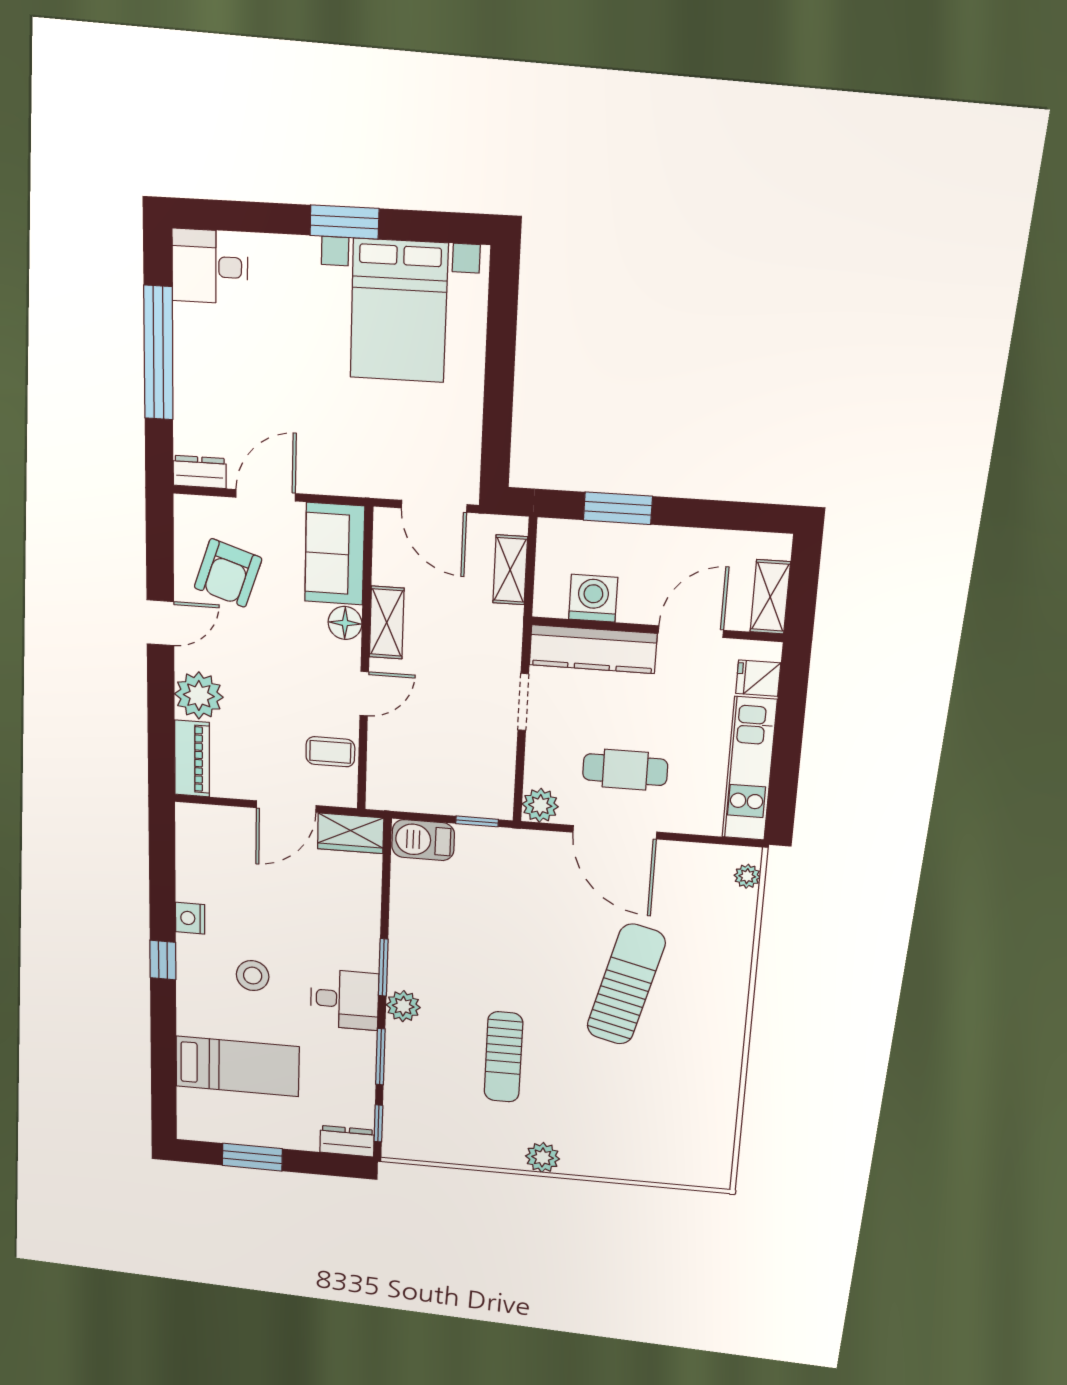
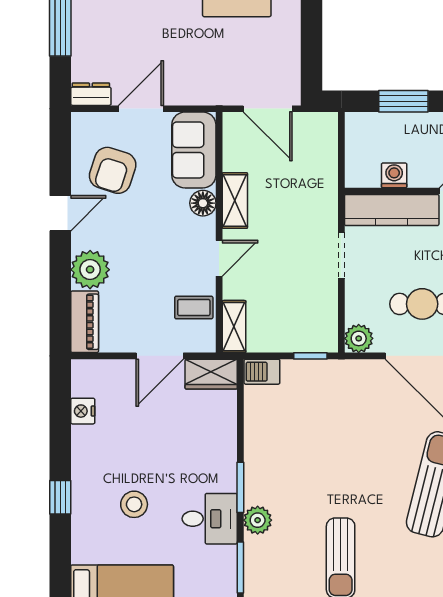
shelving: (510, 570) -> (234, 327), moved
washing machine: (593, 598) -> (394, 175), width x0.73, depth x0.73
barbecue: (423, 840) -> (262, 372), width x0.73, depth x0.79
nightstand: (190, 918) -> (83, 411), moved

